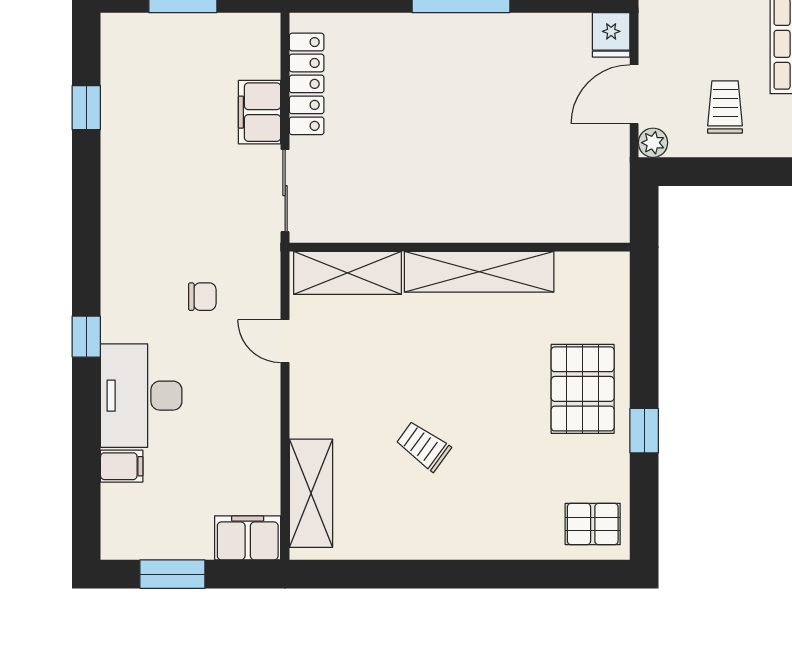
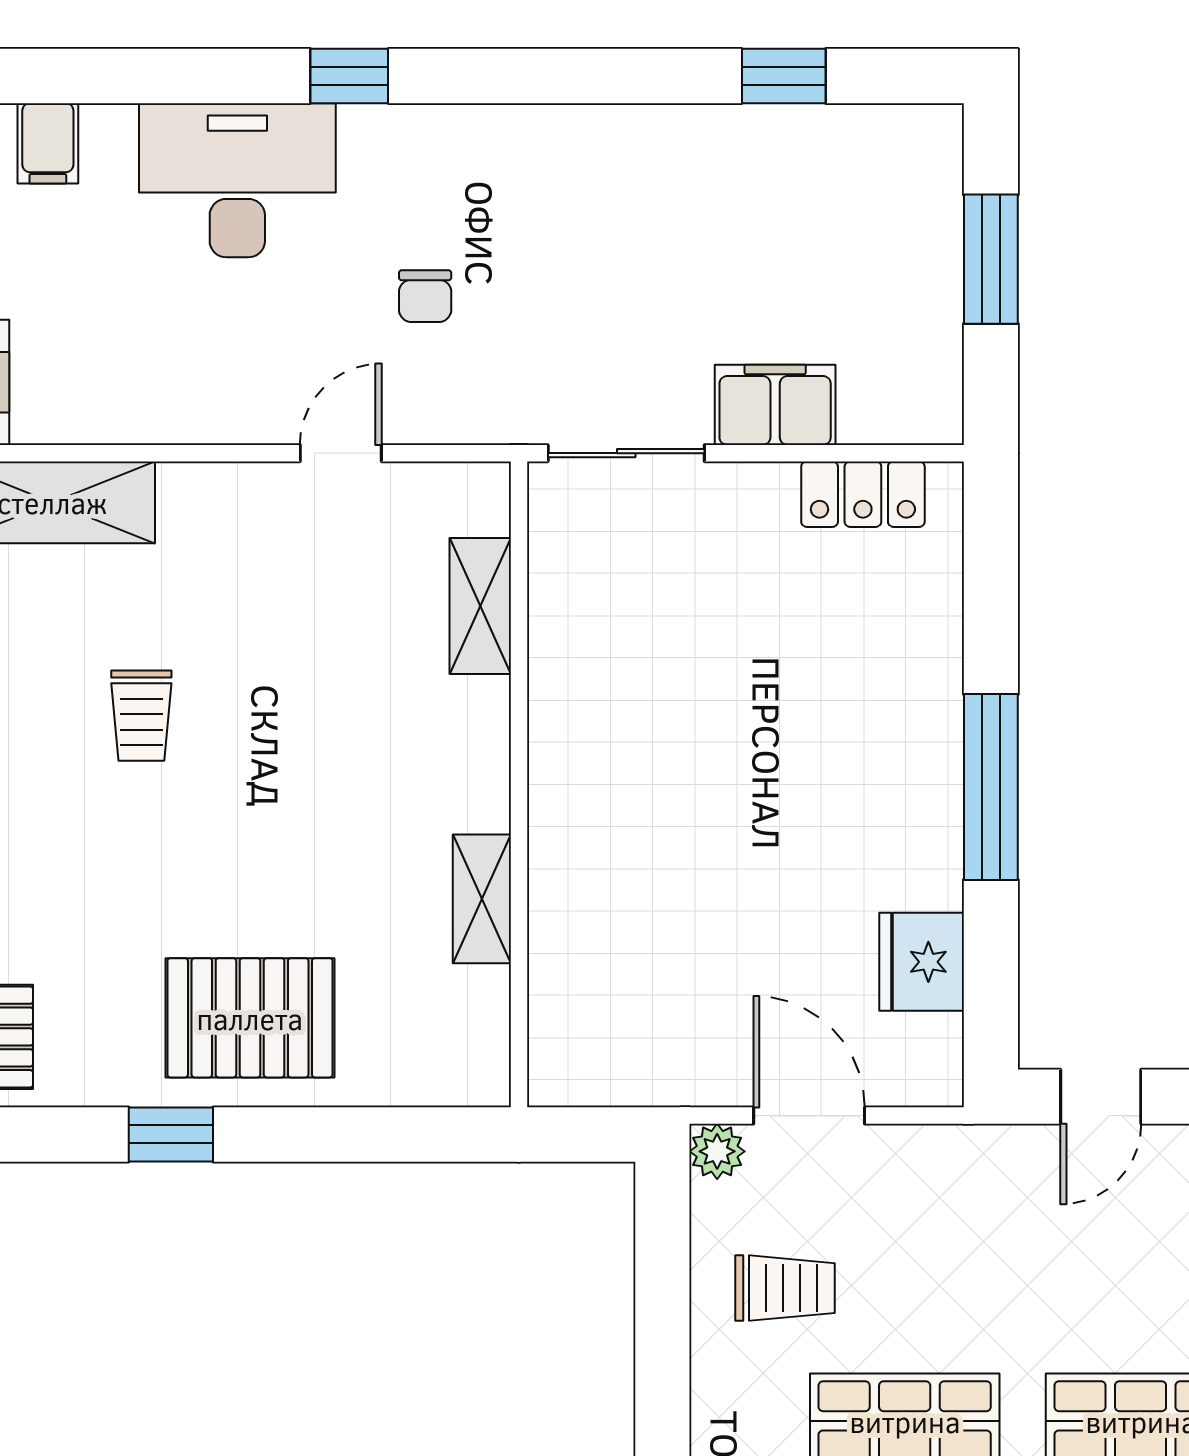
fridge: (611, 35) -> (922, 962), moved, width x1.38
locker: (307, 84) -> (863, 494), width x0.66
shelving: (479, 272) -> (482, 899), width x0.45, depth x0.75
shelving: (348, 273) -> (480, 606), width x0.67, depth x0.75
trolley: (423, 446) -> (141, 716), turned 144
filing cabinet: (122, 466) -> (48, 143), moved

